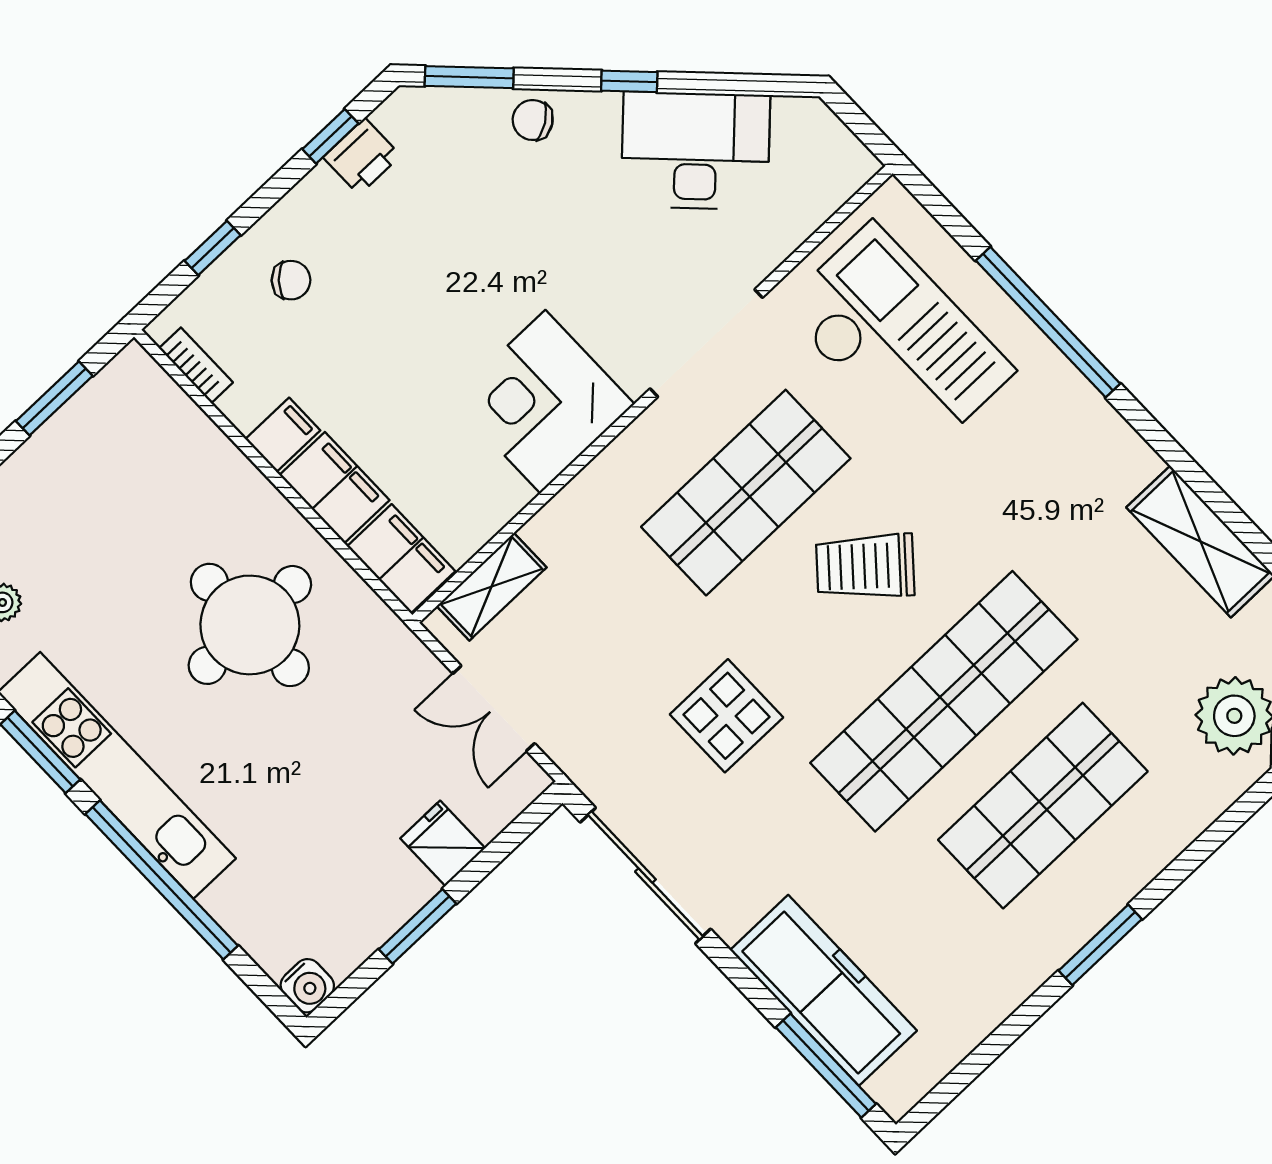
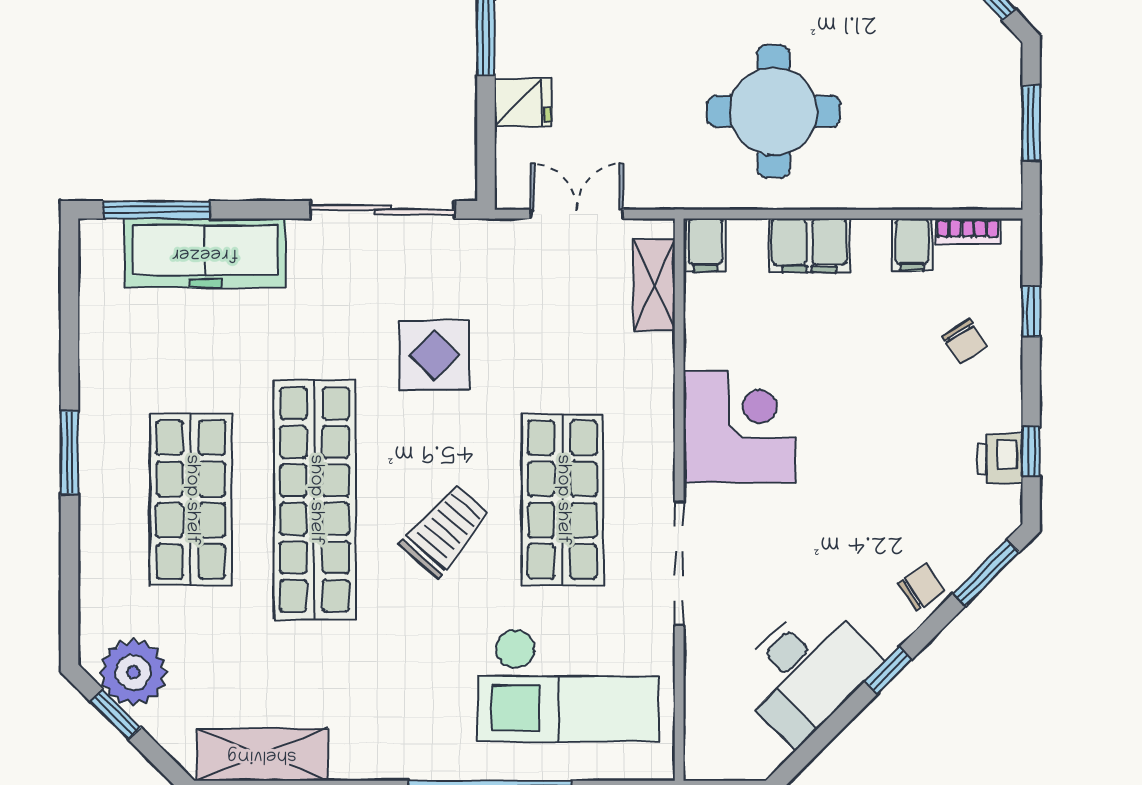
chair: (291, 280) -> (965, 341), turned -75
filing cabinet: (283, 435) -> (912, 245), moved
filing cabinet: (401, 559) -> (705, 245), width x0.50

